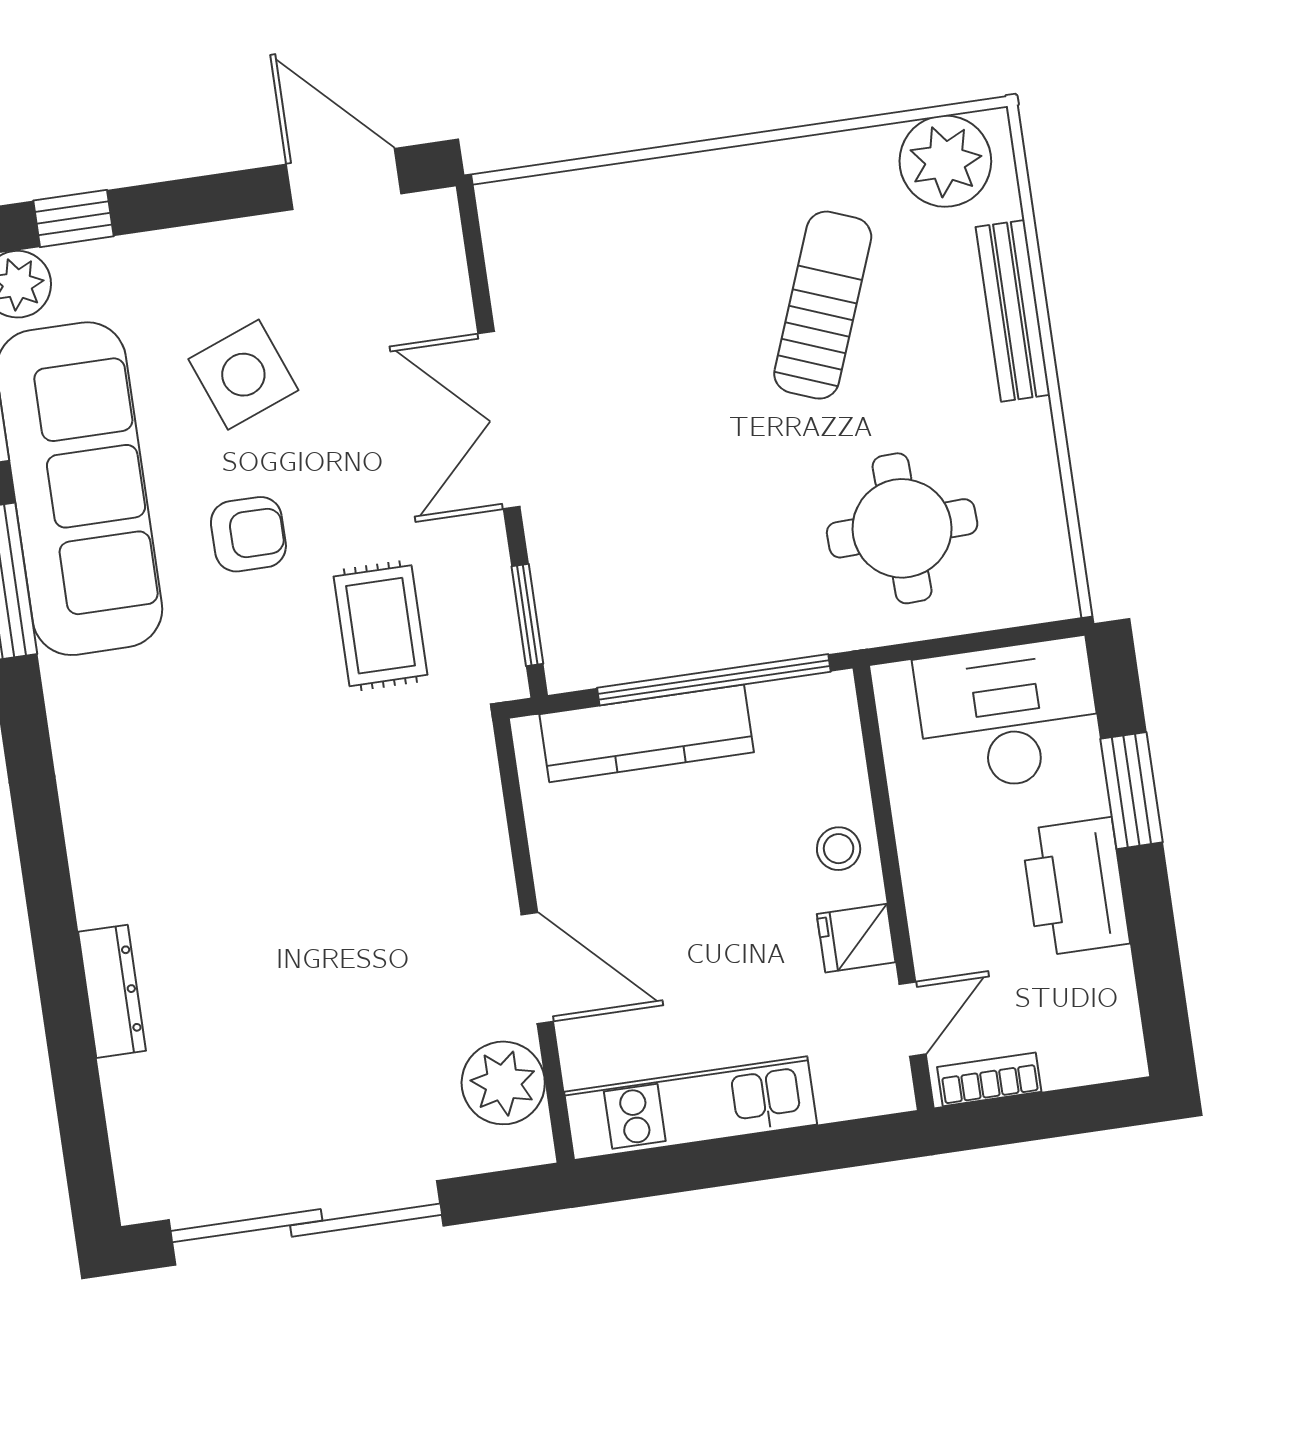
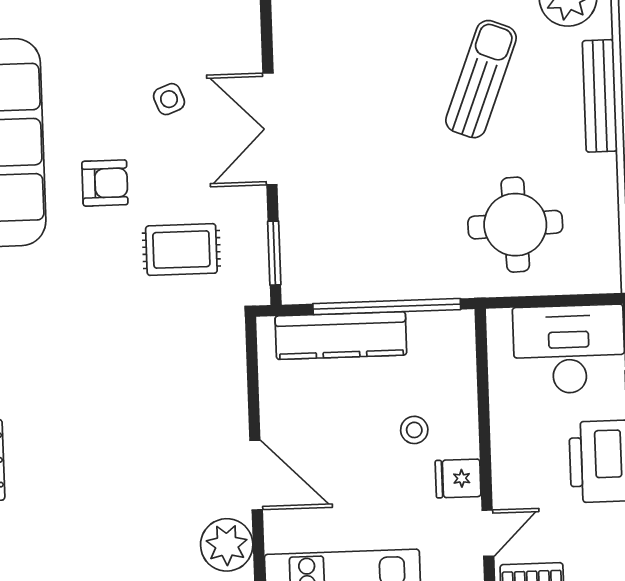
side table: (243, 375) -> (169, 99), moved, width x0.54, depth x0.54
rug: (381, 626) -> (181, 250), turned 90
stool: (839, 849) -> (414, 430), moved

